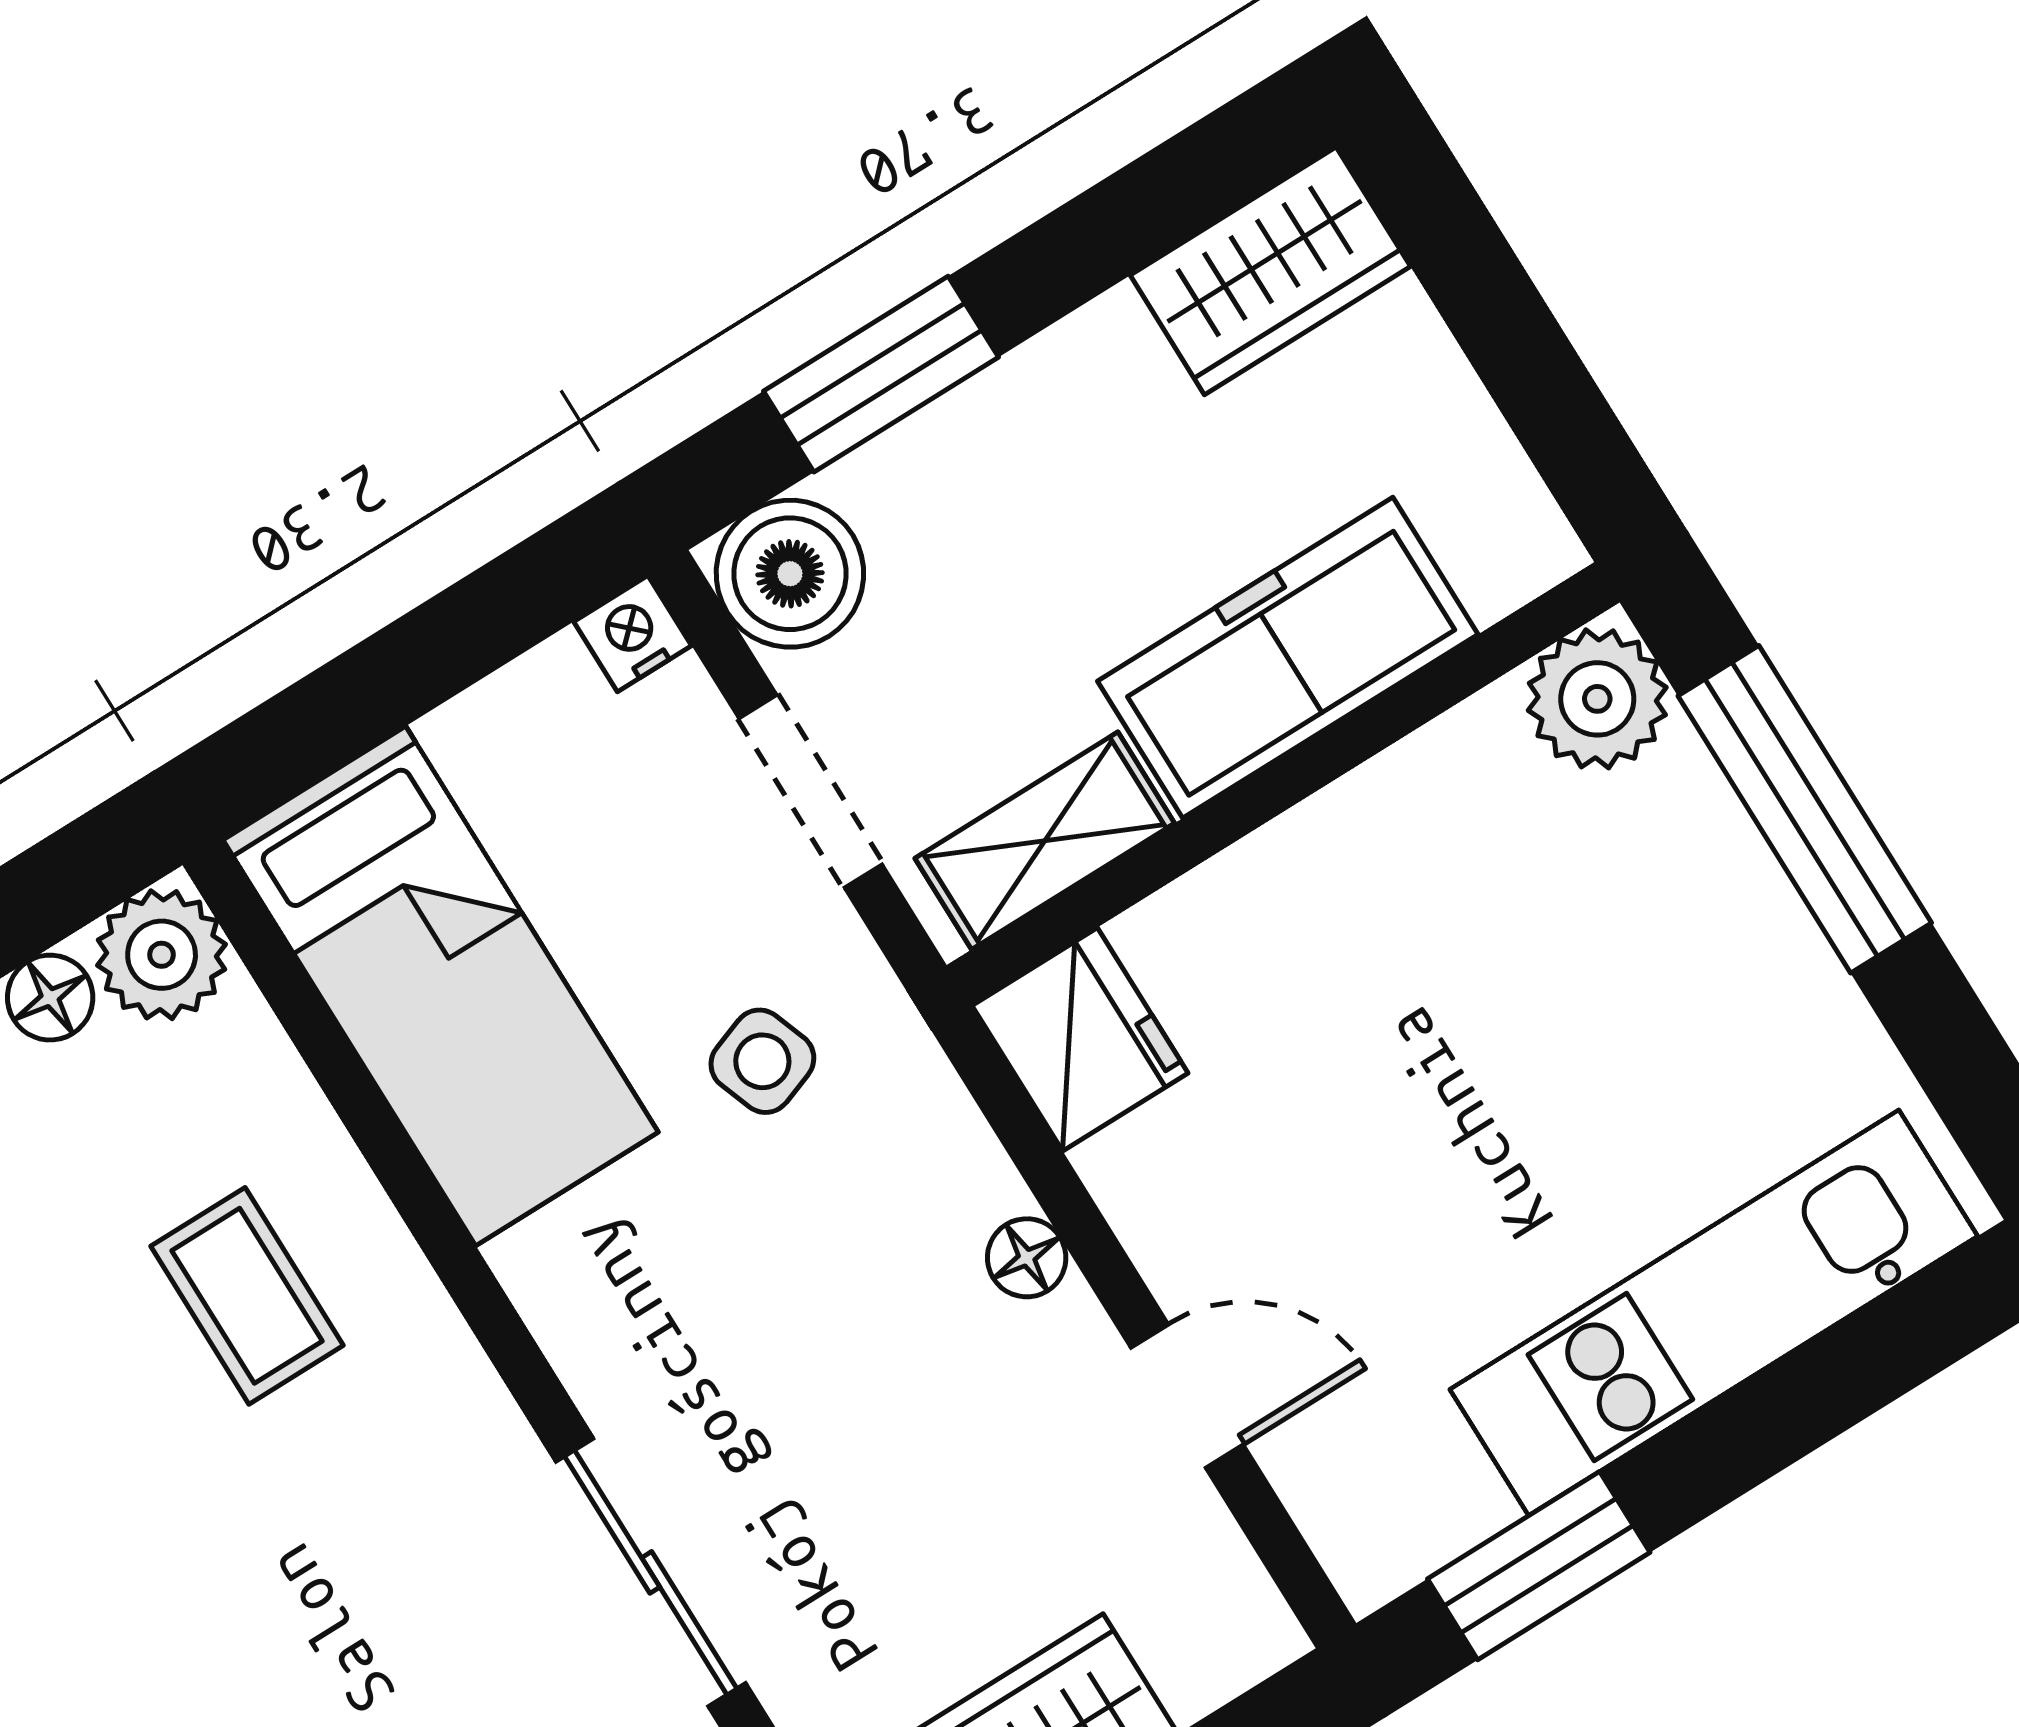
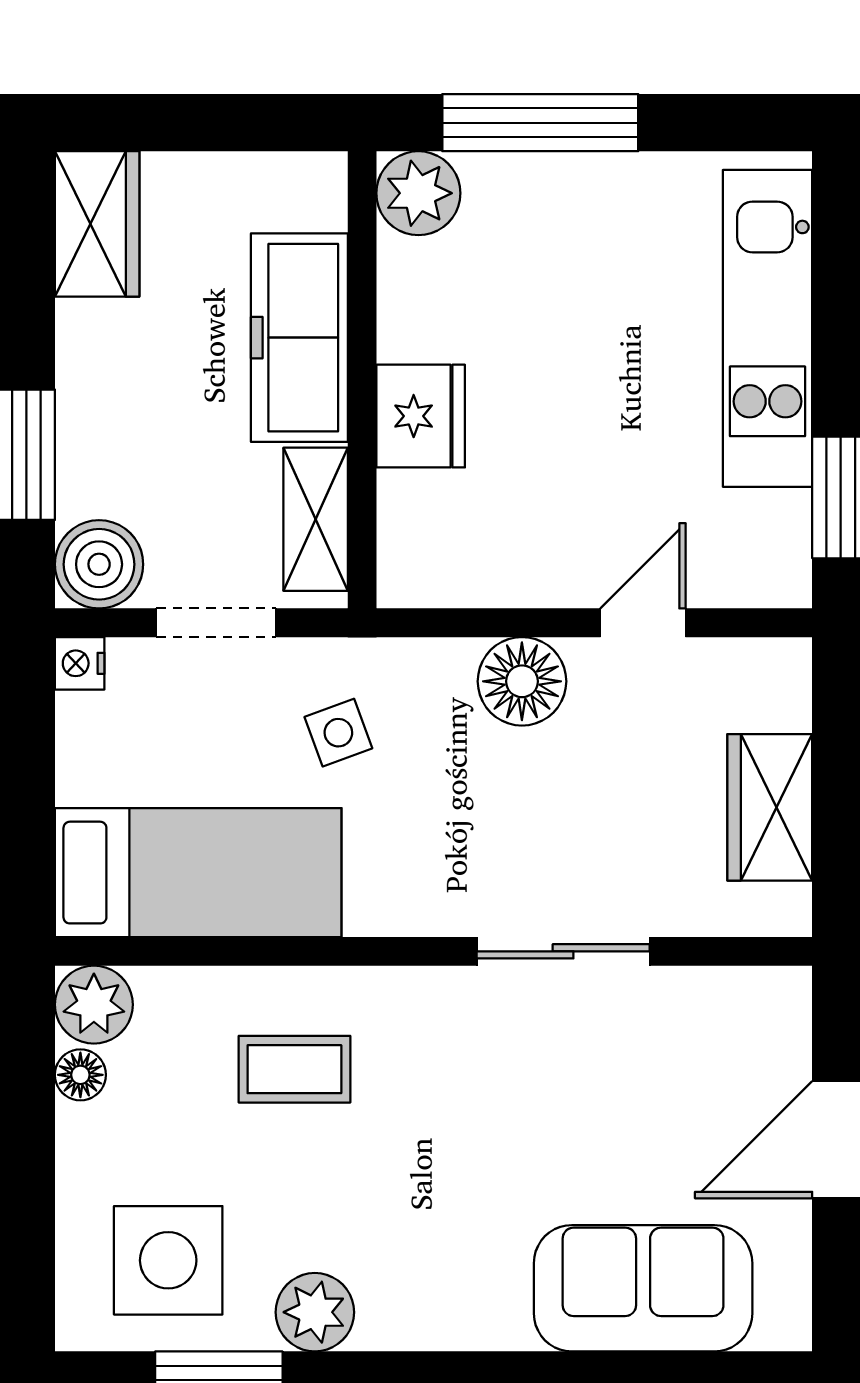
fridge: (1080, 1039) -> (421, 416), moved, turned 90
floor lamp: (1027, 1258) -> (522, 681), width x1.89, depth x1.89

